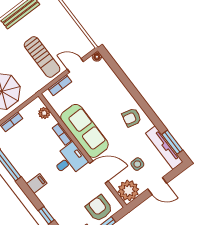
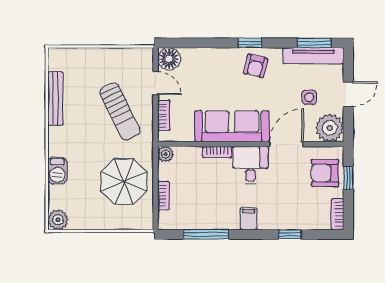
sun lounger: (42, 57) -> (120, 111), turned 64
floor lamp: (97, 57) -> (169, 59), width x1.89, depth x1.89
door: (75, 65) -> (156, 83), swing flipped
window: (143, 104) -> (250, 43), added
plant: (44, 113) -> (166, 154), moved

